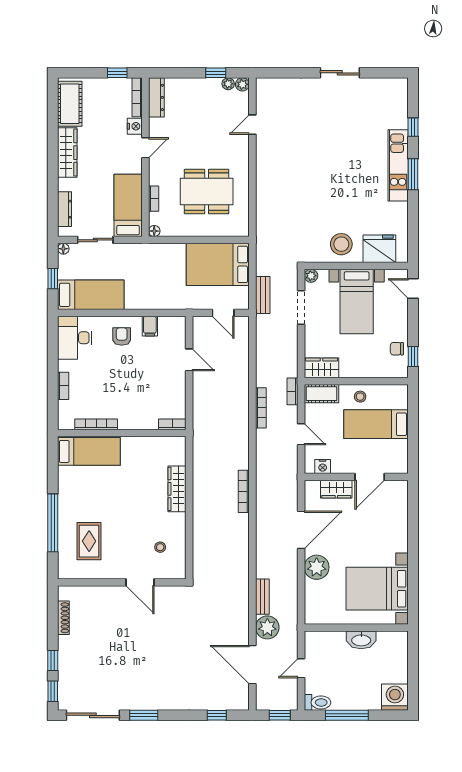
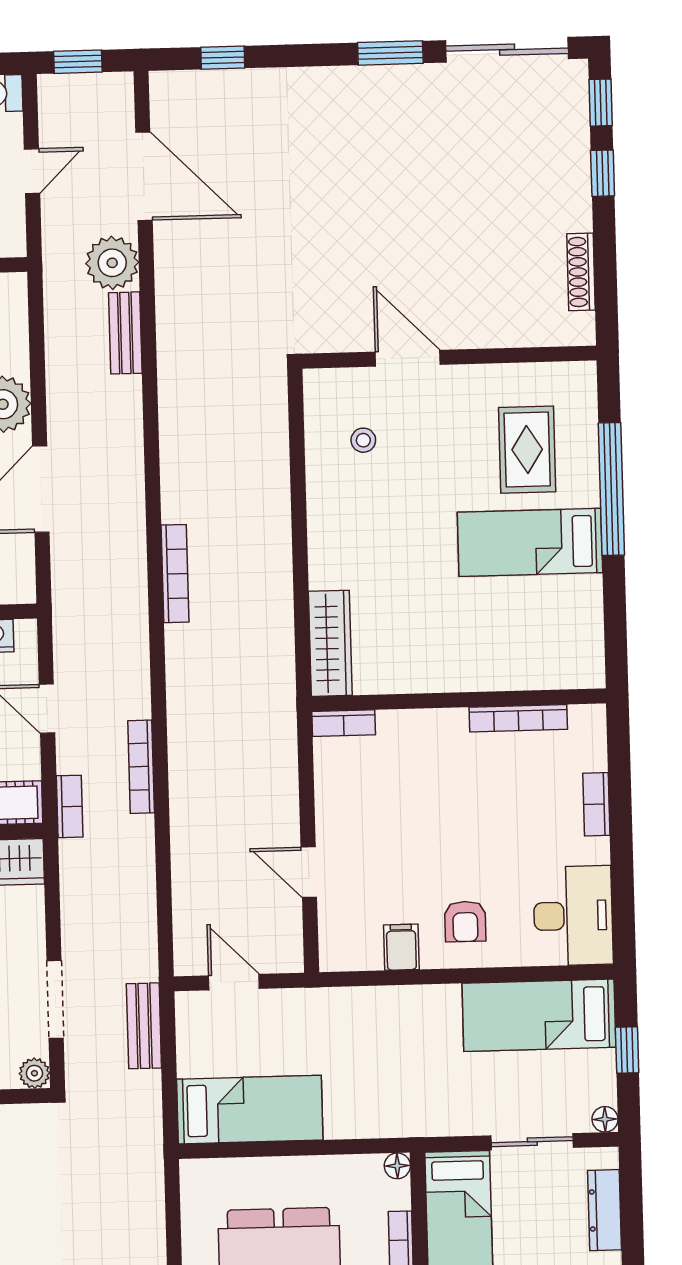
bed: (218, 264) -> (250, 1110), width x0.67
bed: (89, 451) -> (530, 542), moved
wardrobe: (177, 489) -> (330, 643), moved

